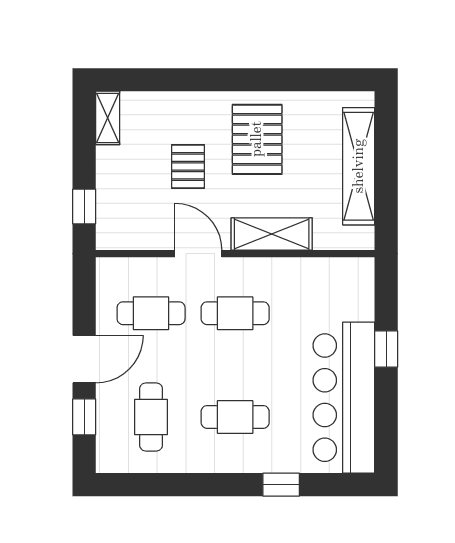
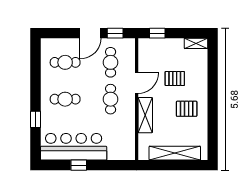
pallet: (257, 139) -> (187, 109), width x0.67, depth x0.71
window: (386, 349) -> (79, 165), moved
door: (84, 359) -> (90, 33), hinge flipped
window: (84, 417) -> (115, 33), moved
cafe table: (235, 417) -> (65, 99), turned 90

